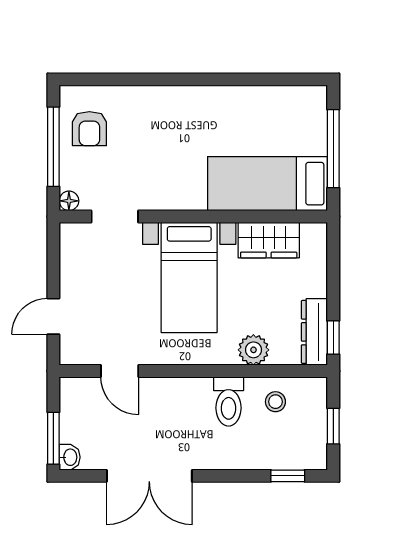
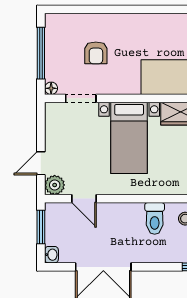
armchair: (89, 129) -> (96, 53), moved
plant: (253, 350) -> (55, 185), moved
window: (53, 438) -> (41, 227), moved

